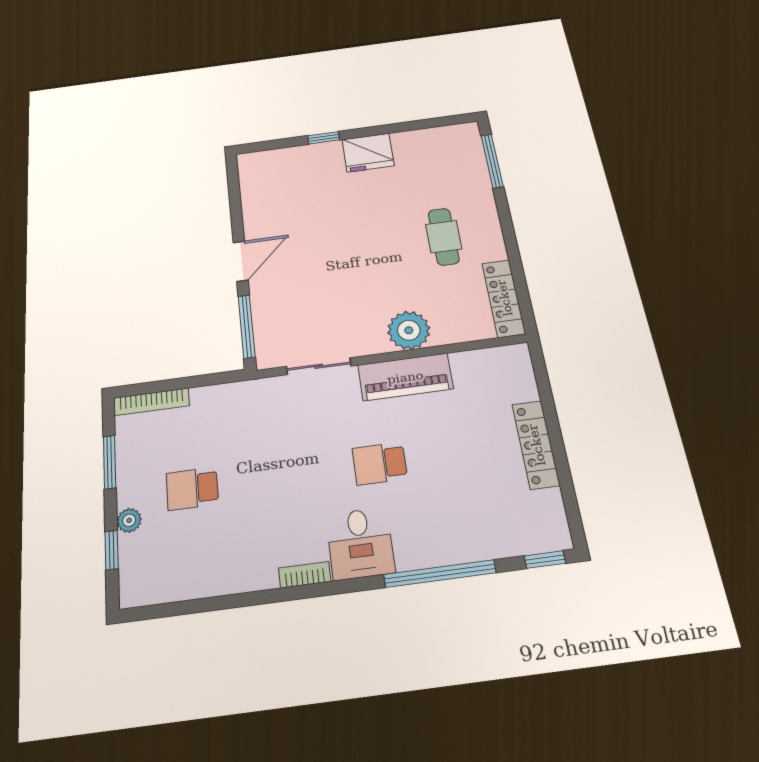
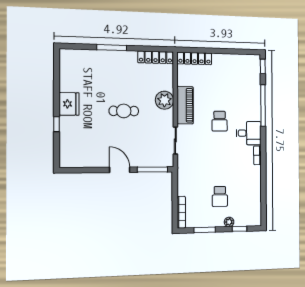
window: (492, 161) -> (112, 48), moved
cafe table: (444, 237) -> (124, 111), moved
locker: (536, 445) -> (194, 58), moved

